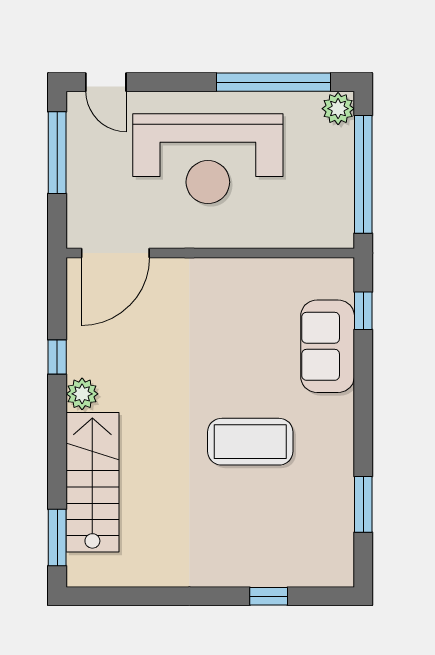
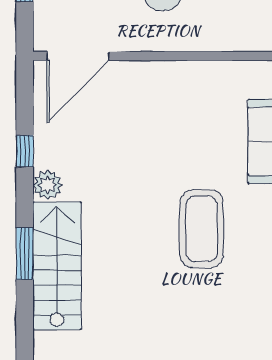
coffee table: (250, 442) -> (202, 229), turned 90
window: (57, 538) -> (25, 254), moved

